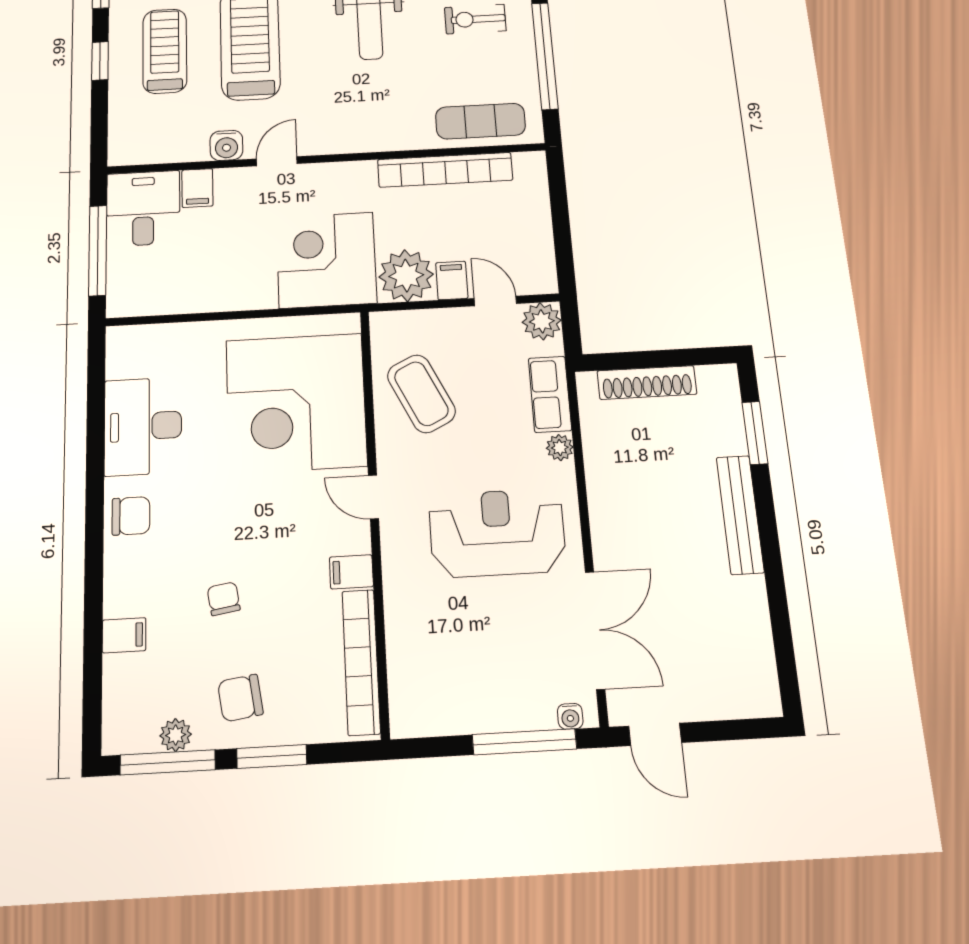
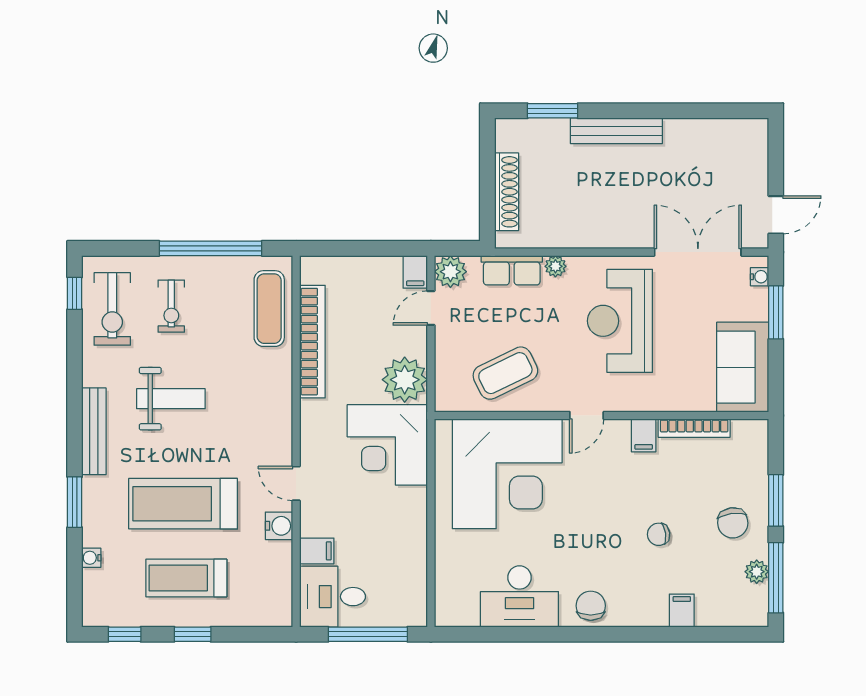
filing cabinet: (452, 280) -> (415, 272), moved, turned -90
bookcase: (361, 662) -> (694, 428), width x0.68, depth x0.76
sofa: (448, 700) -> (743, 367), added
window: (524, 742) -> (776, 312), width x0.69

